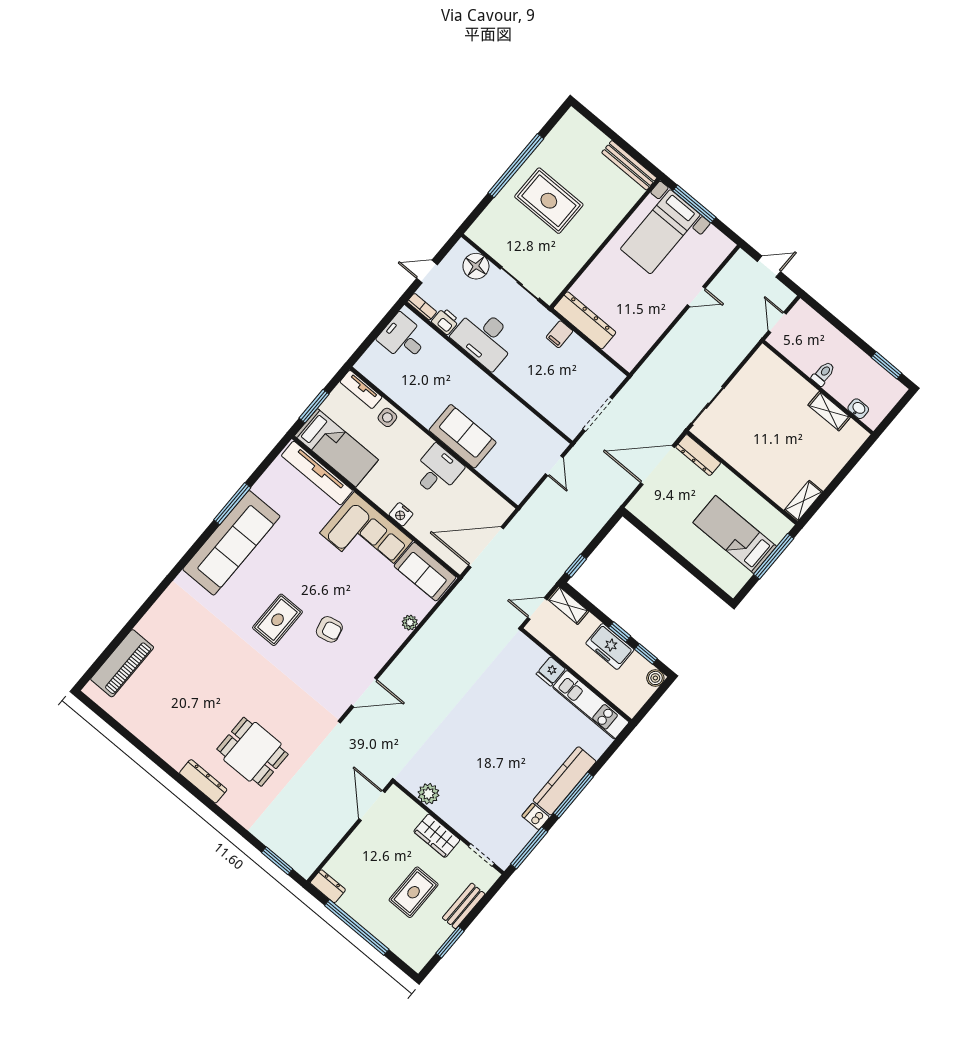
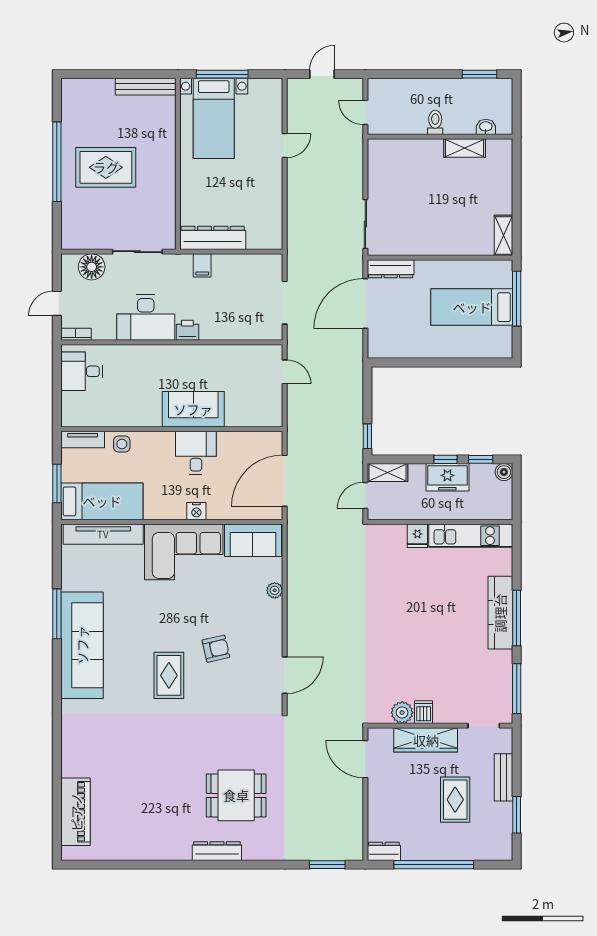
printer: (445, 321) -> (187, 330), moved
dishwasher: (536, 816) -> (424, 712), moved, turned 90
wardrobe: (437, 836) -> (426, 740), width x1.50

